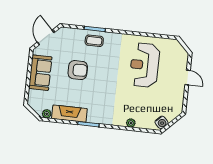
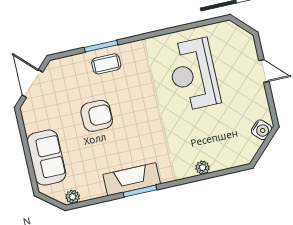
sofa: (40, 73) -> (46, 158), moved
fireplace: (69, 114) -> (132, 179), moved
water cooler: (162, 122) -> (261, 130), moved

